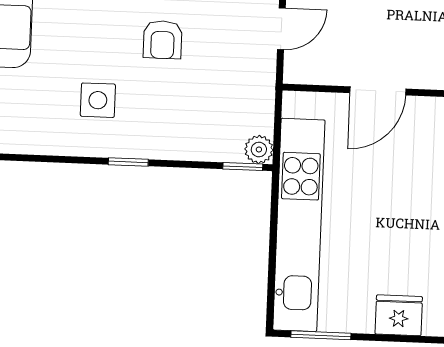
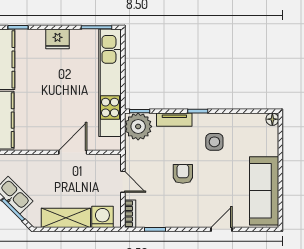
door: (281, 29) -> (123, 182), swing flipped
tv unit: (175, 147) -> (174, 120), added
plant: (259, 149) -> (138, 126), width x1.88, depth x1.88

